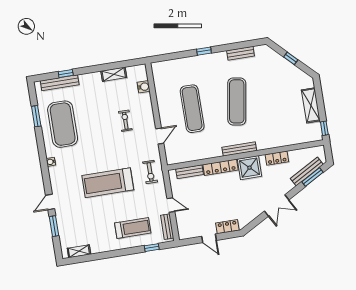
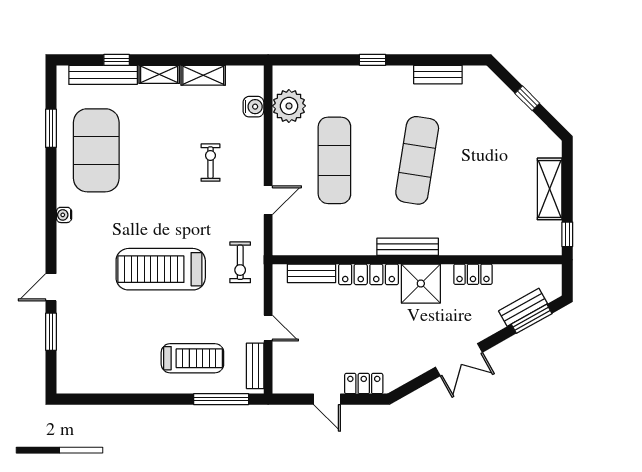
plant: (163, 83) -> (289, 106), added
bench: (307, 172) -> (523, 307), width x0.73
window: (152, 248) -> (221, 399), width x2.17
shelving: (79, 251) -> (159, 74), moved

